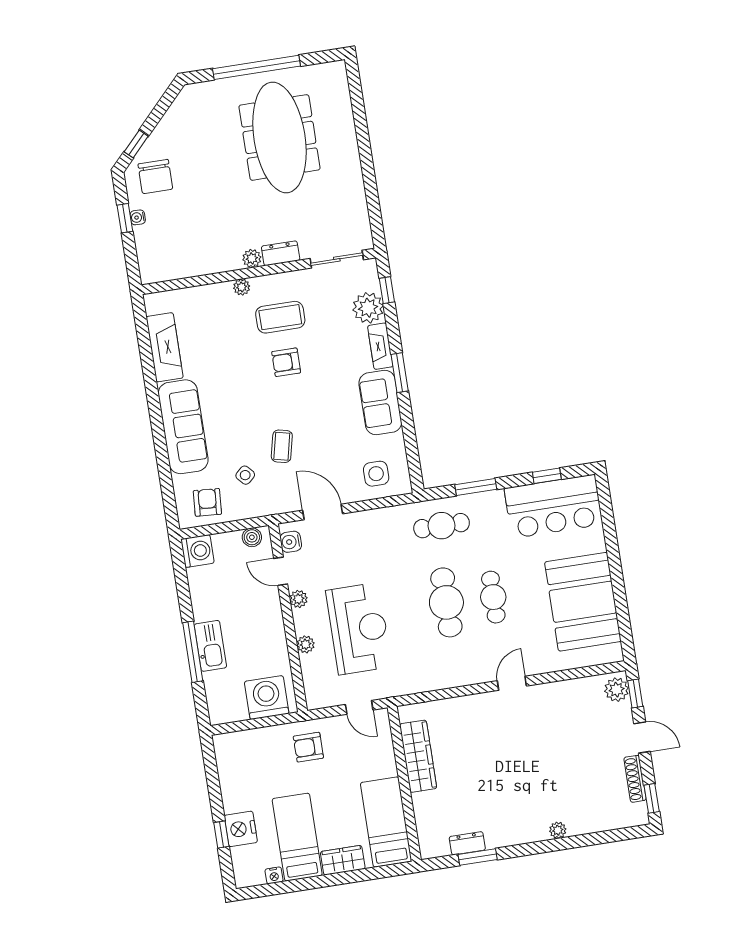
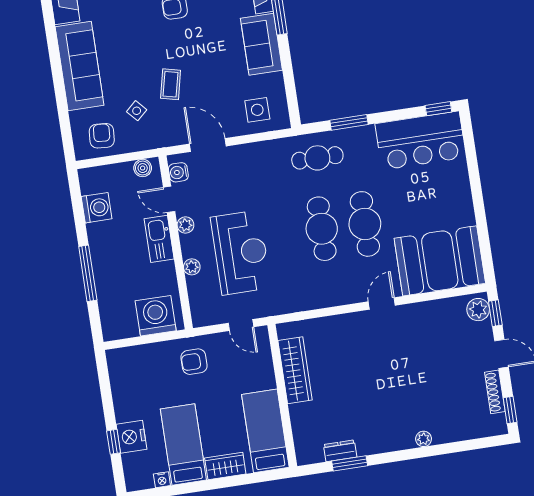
window: (547, 476) -> (438, 109), moved
washing machine: (197, 551) -> (97, 208), moved
cafe table: (493, 597) -> (365, 224), width x1.37, depth x1.35
booth: (583, 602) -> (440, 261), moved, turned 90
kitchen sink: (210, 646) -> (159, 239), moved, turned 180

